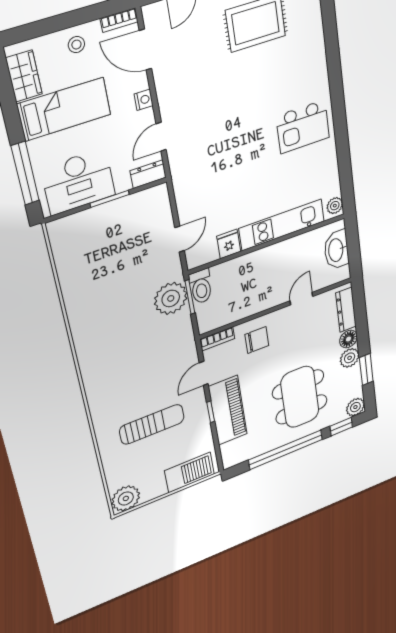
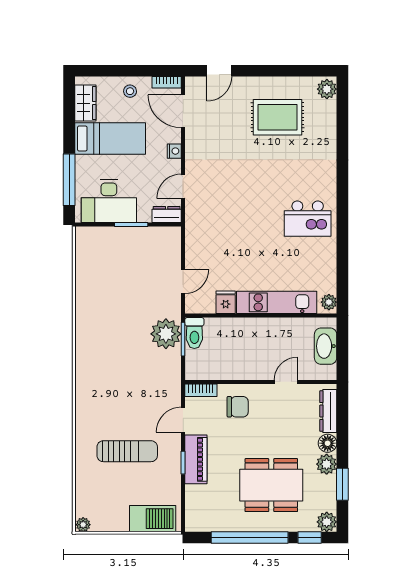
dining table: (300, 397) -> (271, 485), turned 90
piano: (228, 410) -> (196, 459), width x0.73, depth x0.75
plant: (126, 498) -> (83, 525), width x0.53, depth x0.53

